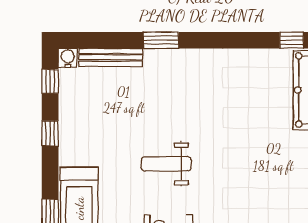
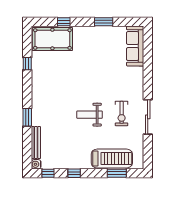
window: (292, 40) -> (27, 64), moved
weight bench: (166, 164) -> (90, 115), turned 90

